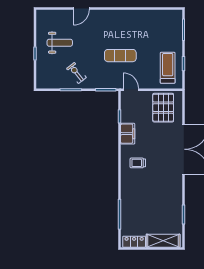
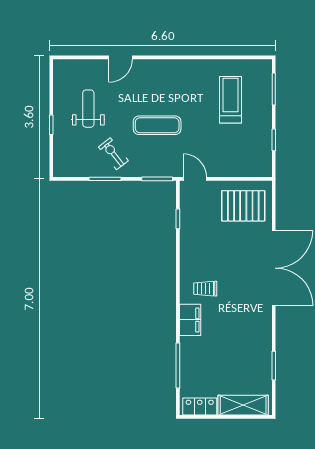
weight bench: (60, 43) -> (88, 109), turned -90
exercise mat: (120, 56) -> (157, 125), moved
treadmill: (168, 68) -> (230, 100), moved
pallet: (163, 108) -> (243, 206), turned 90
filing cabinet: (128, 134) -> (190, 320), moved

